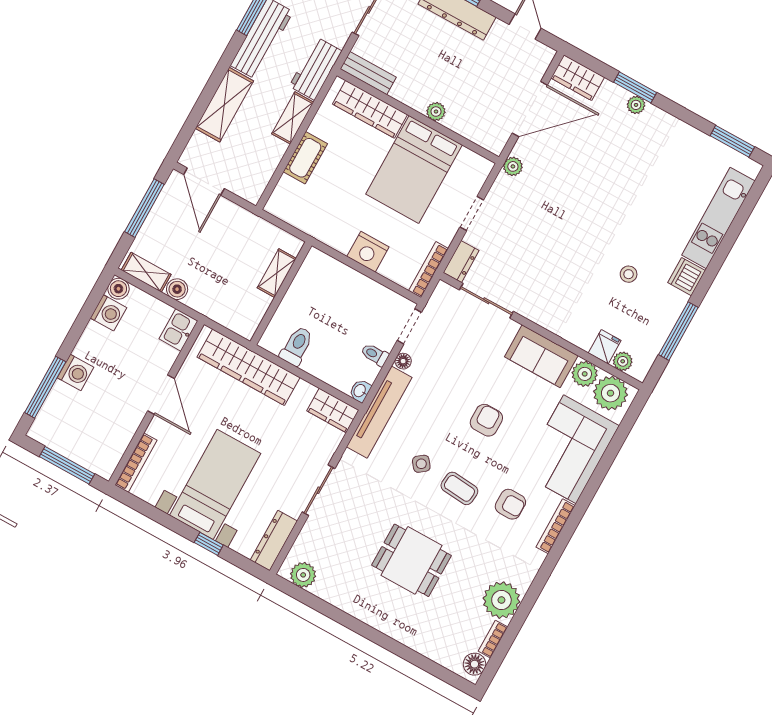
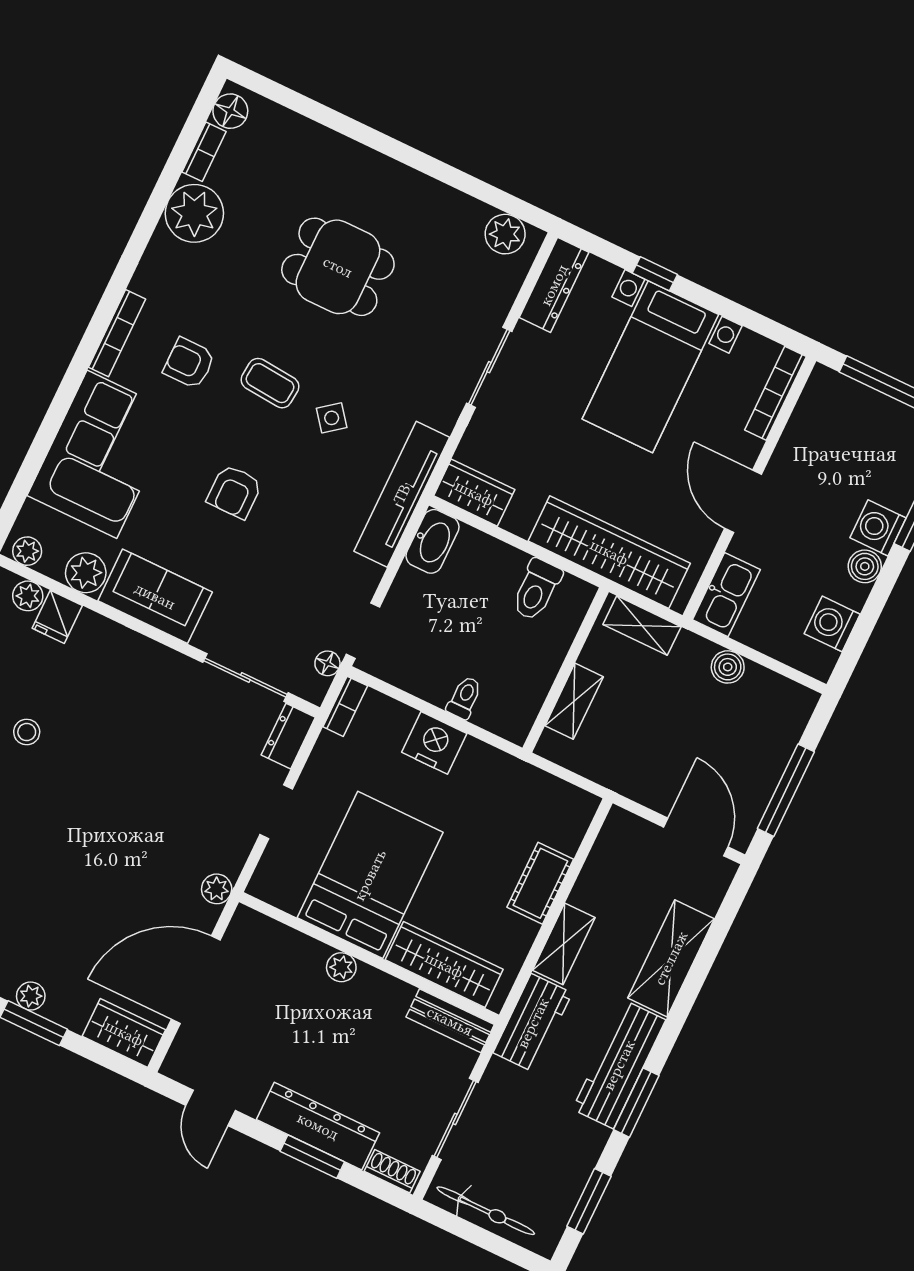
bookcase: (428, 270) -> (345, 706), width x0.64
shelving: (146, 272) -> (642, 626), moved
boiler: (118, 289) -> (865, 566), moved
kitchen sink: (178, 330) -> (726, 595), width x1.38
toilet: (375, 355) -> (464, 698), moved, turned -90
floor lamp: (403, 361) -> (327, 663), moved
washbasin: (360, 391) -> (432, 541), width x1.91, depth x1.45
plant: (611, 393) -> (27, 551), width x0.53, depth x0.53

